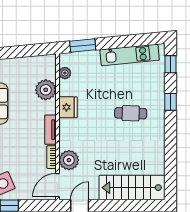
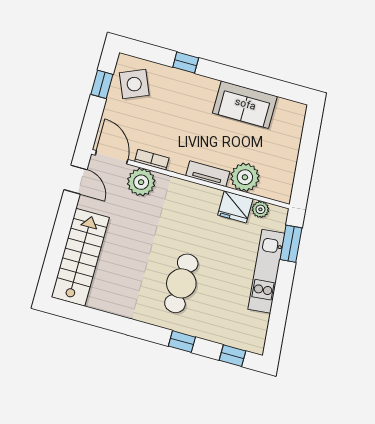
kitchen unit: (130, 55) -> (266, 271), moved
fridge: (68, 107) -> (235, 207), moved
cafe table: (131, 113) -> (181, 283), width x1.37, depth x1.35
tv unit: (50, 130) -> (208, 174), moved

